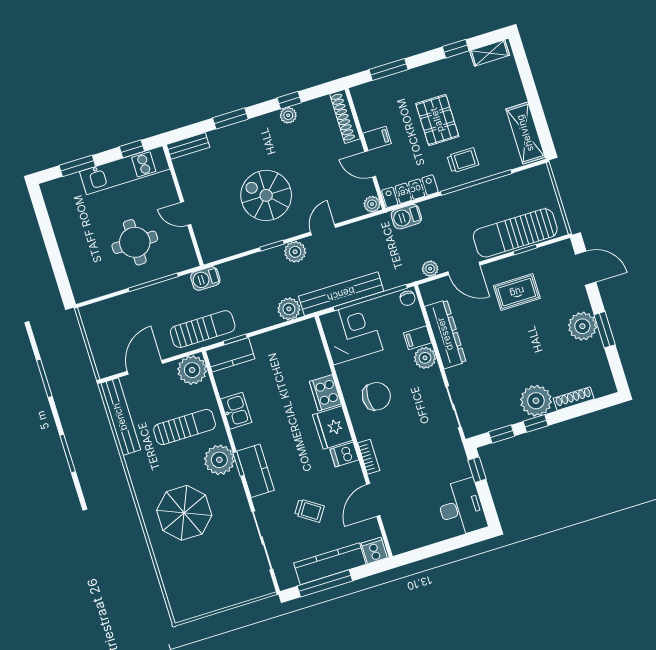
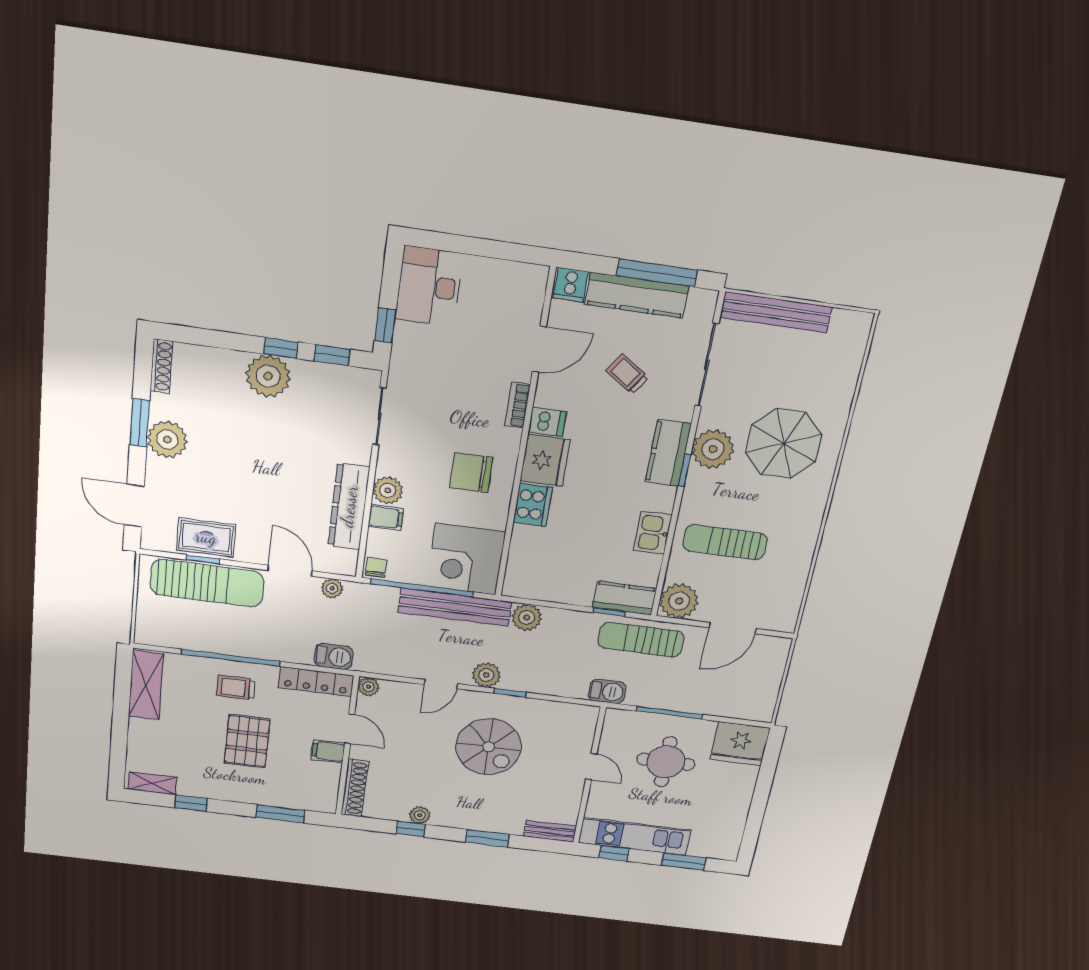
fridge: (90, 282) -> (740, 744), added
rug: (517, 292) -> (206, 537), moved
shoe rack: (574, 399) -> (161, 366), moved, turned -90
bench: (120, 417) -> (776, 312), moved, turned 90
plant: (219, 460) -> (713, 449), moved

